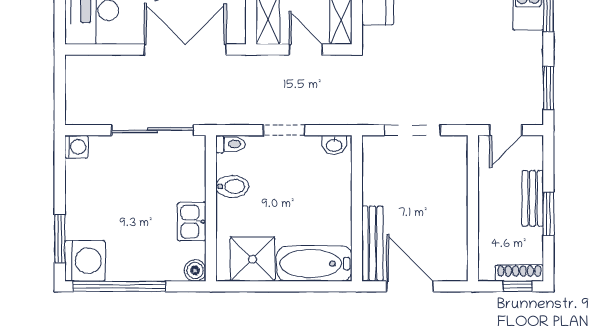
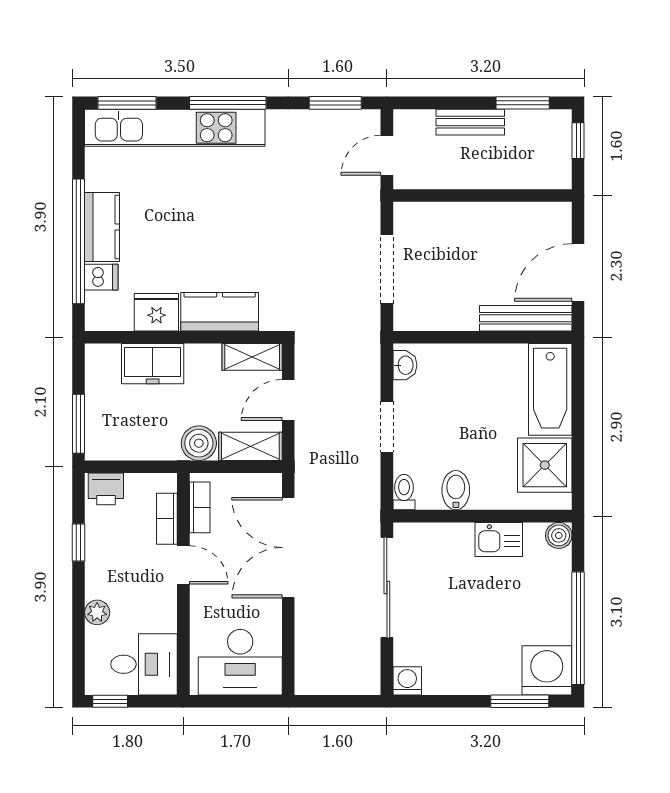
door: (506, 130) -> (387, 155), swing flipped
window: (548, 214) -> (523, 103), moved
shoe rack: (519, 273) -> (562, 138), removed

